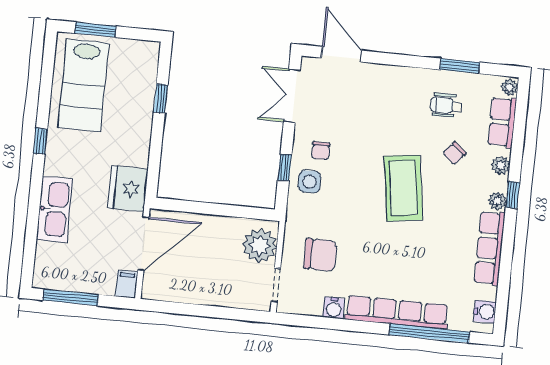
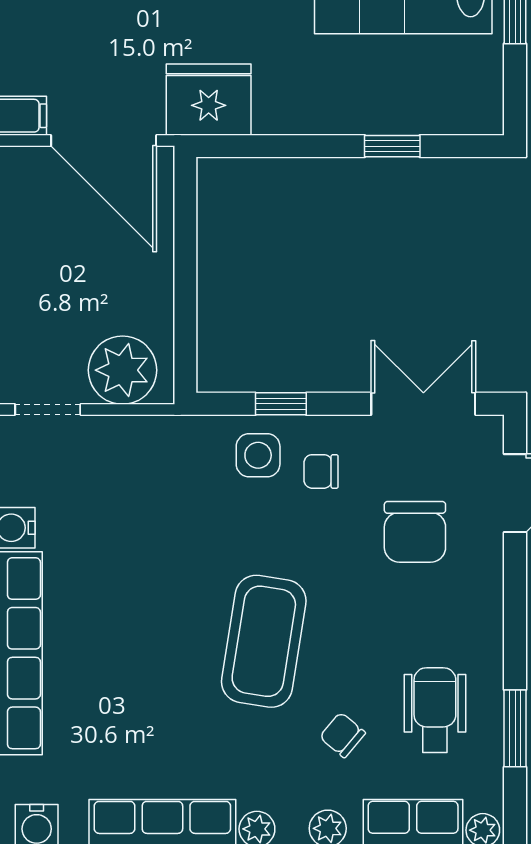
wheelchair: (447, 105) -> (435, 710), width x1.36, depth x1.37
coffee table: (403, 188) -> (264, 641), turned -73
chair: (320, 255) -> (415, 532), moved

